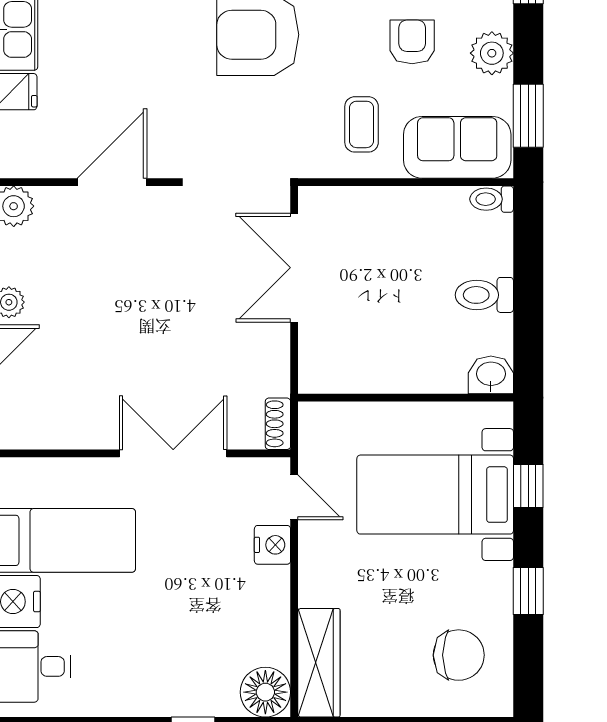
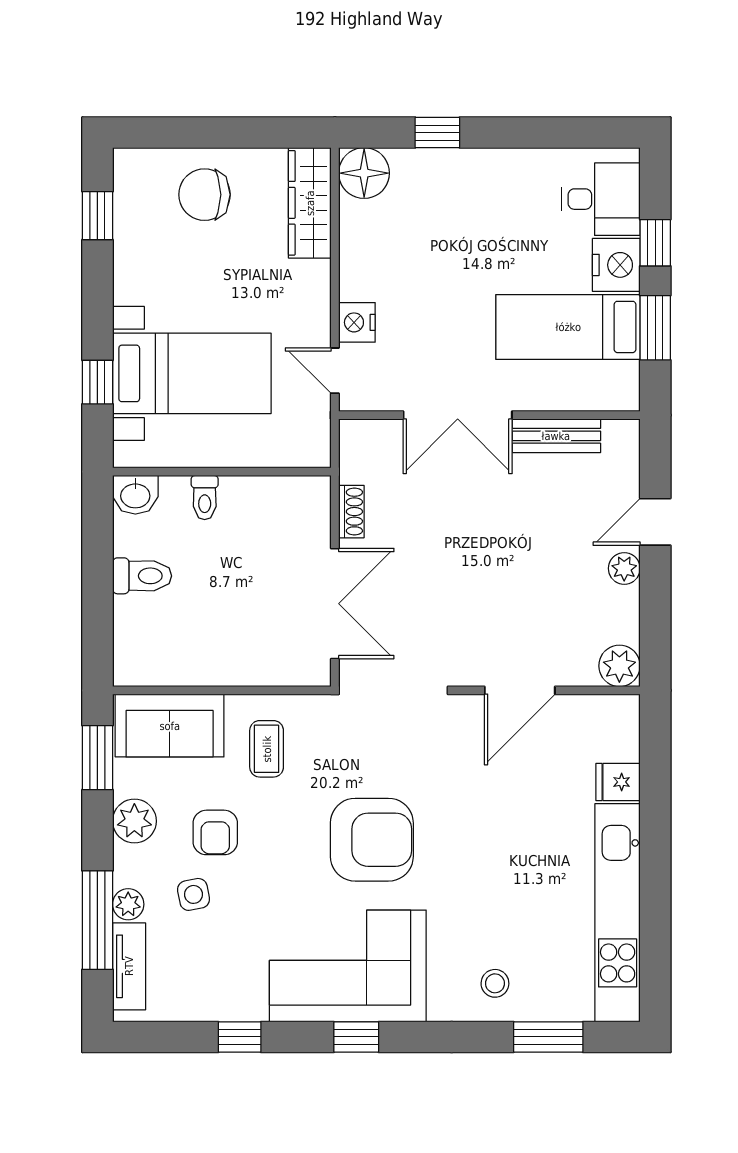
toilet: (492, 199) -> (205, 498), moved, turned 90
shoe rack: (278, 424) -> (351, 512), moved
bench: (76, 433) -> (556, 436), added
window: (528, 591) -> (97, 216), moved
chair: (459, 655) -> (204, 195), moved

